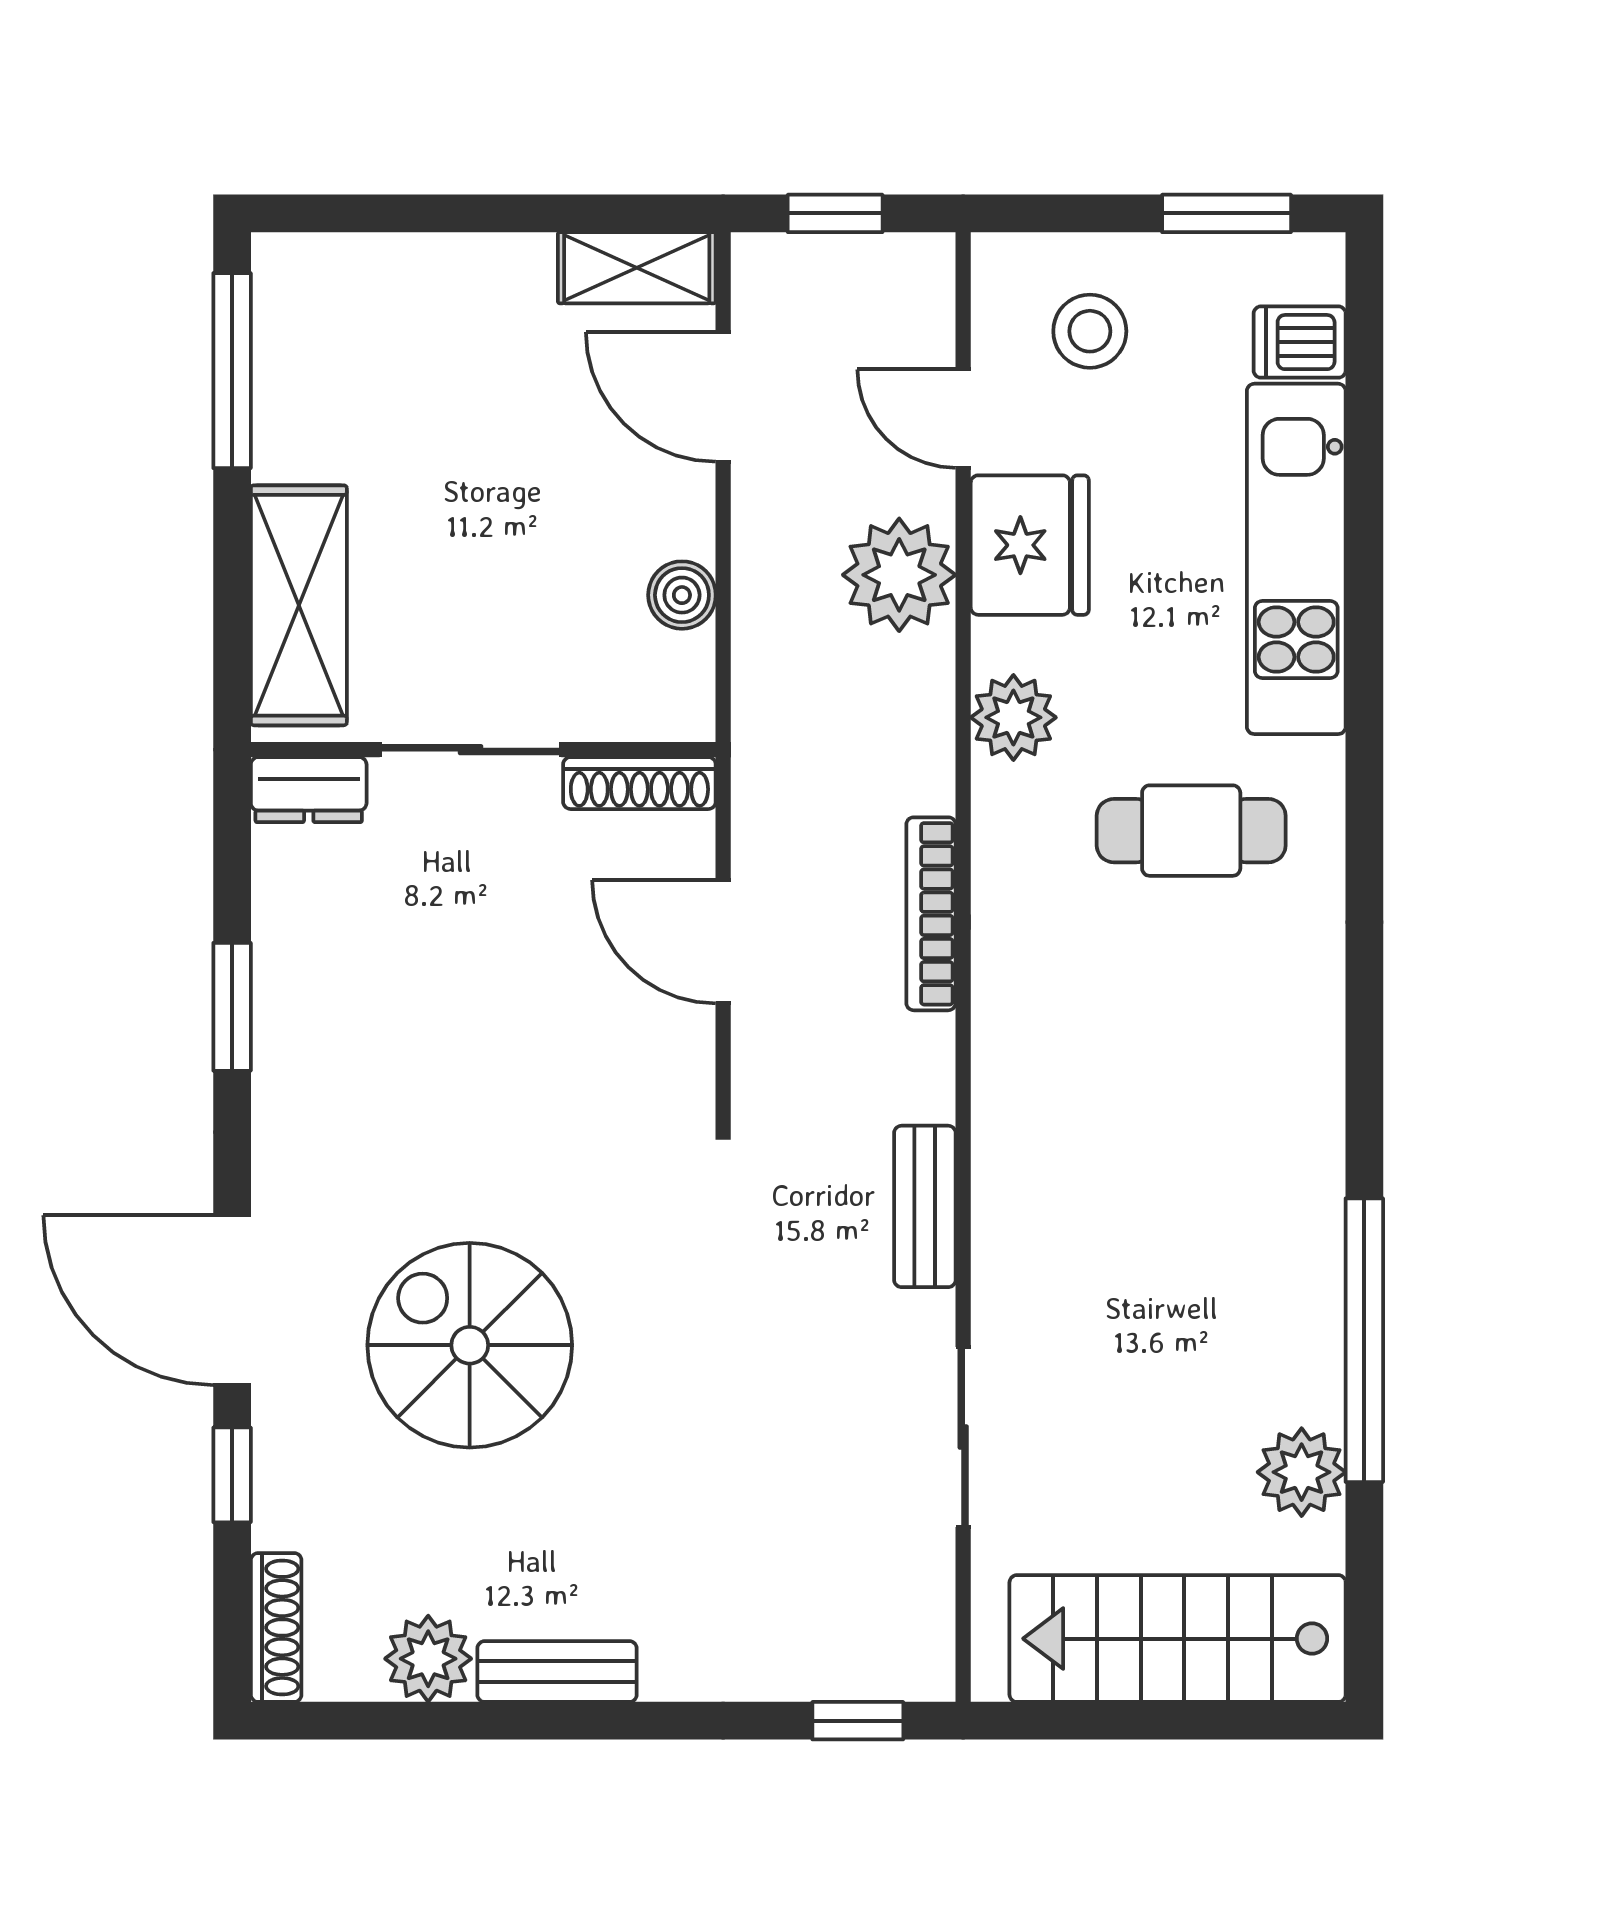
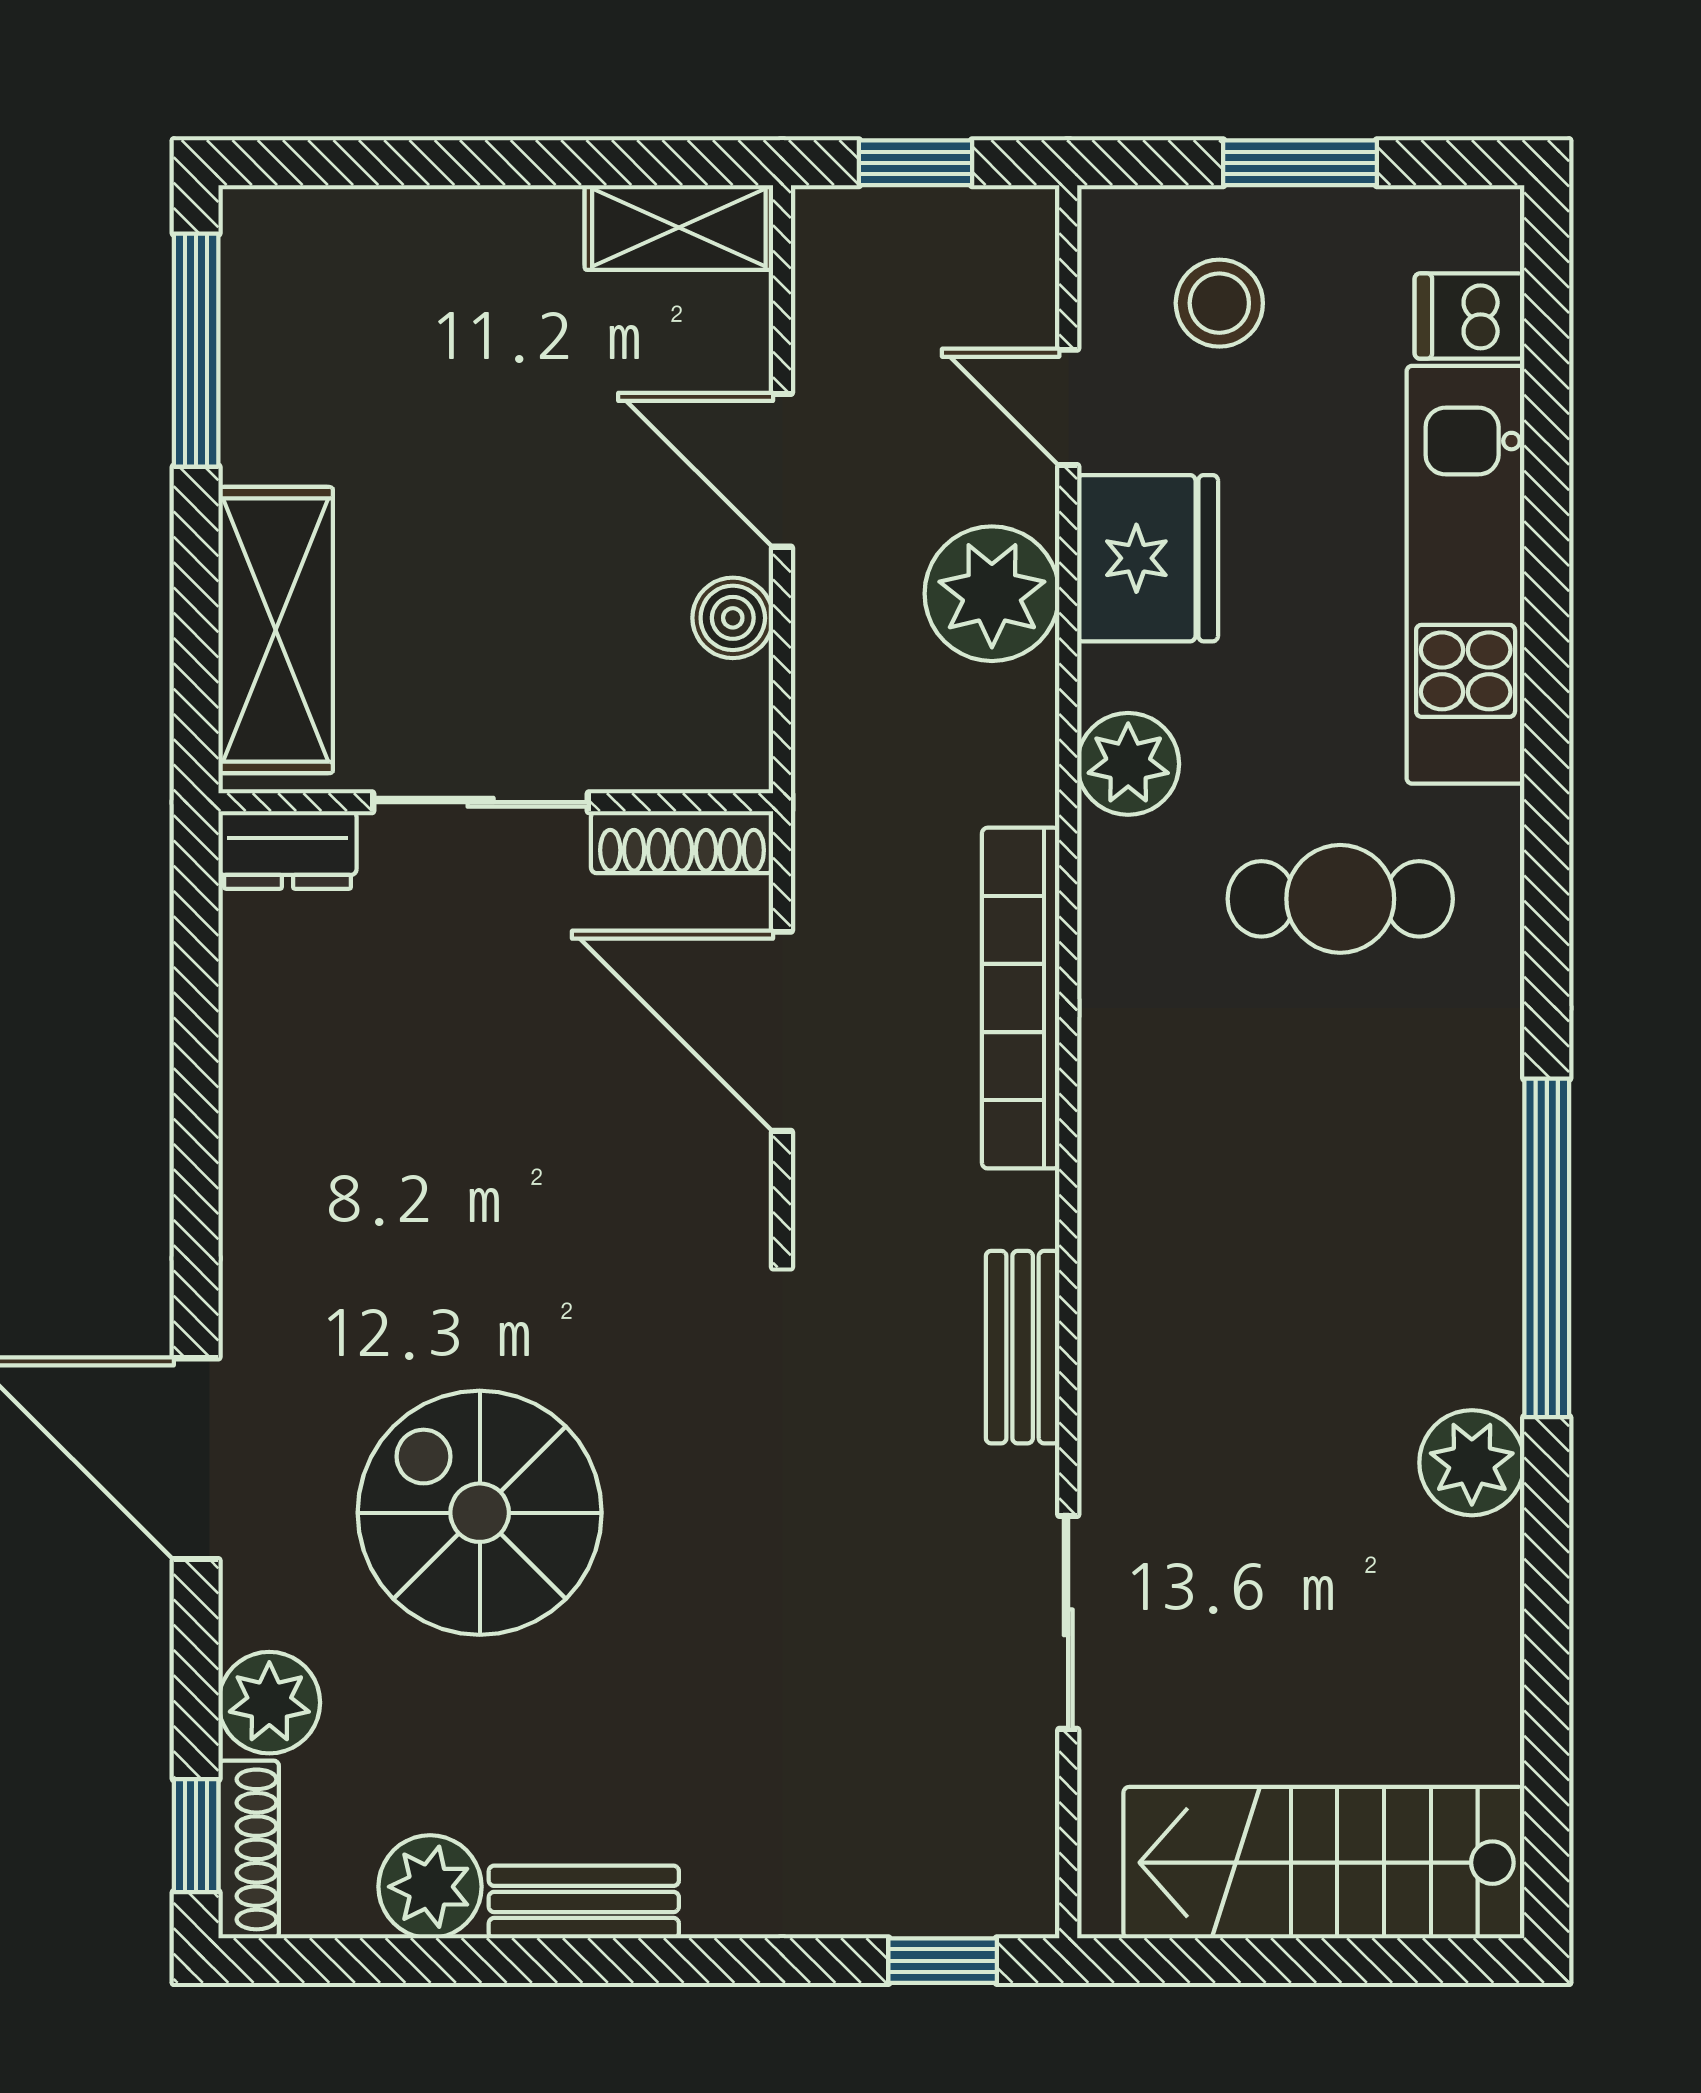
window: (1227, 213) -> (1300, 163), moved
door: (723, 397) -> (782, 470), moved
bookcase: (931, 914) -> (1021, 998), width x1.48, depth x1.31
door: (723, 942) -> (782, 1031), width x1.36
window: (232, 1007) -> (196, 1109), removed
window: (1364, 1340) -> (1547, 1248), moved
plant: (1302, 1472) -> (1472, 1463), moved
window: (232, 1475) -> (196, 1836), moved
plant: (293, 1504) -> (269, 1703), added

